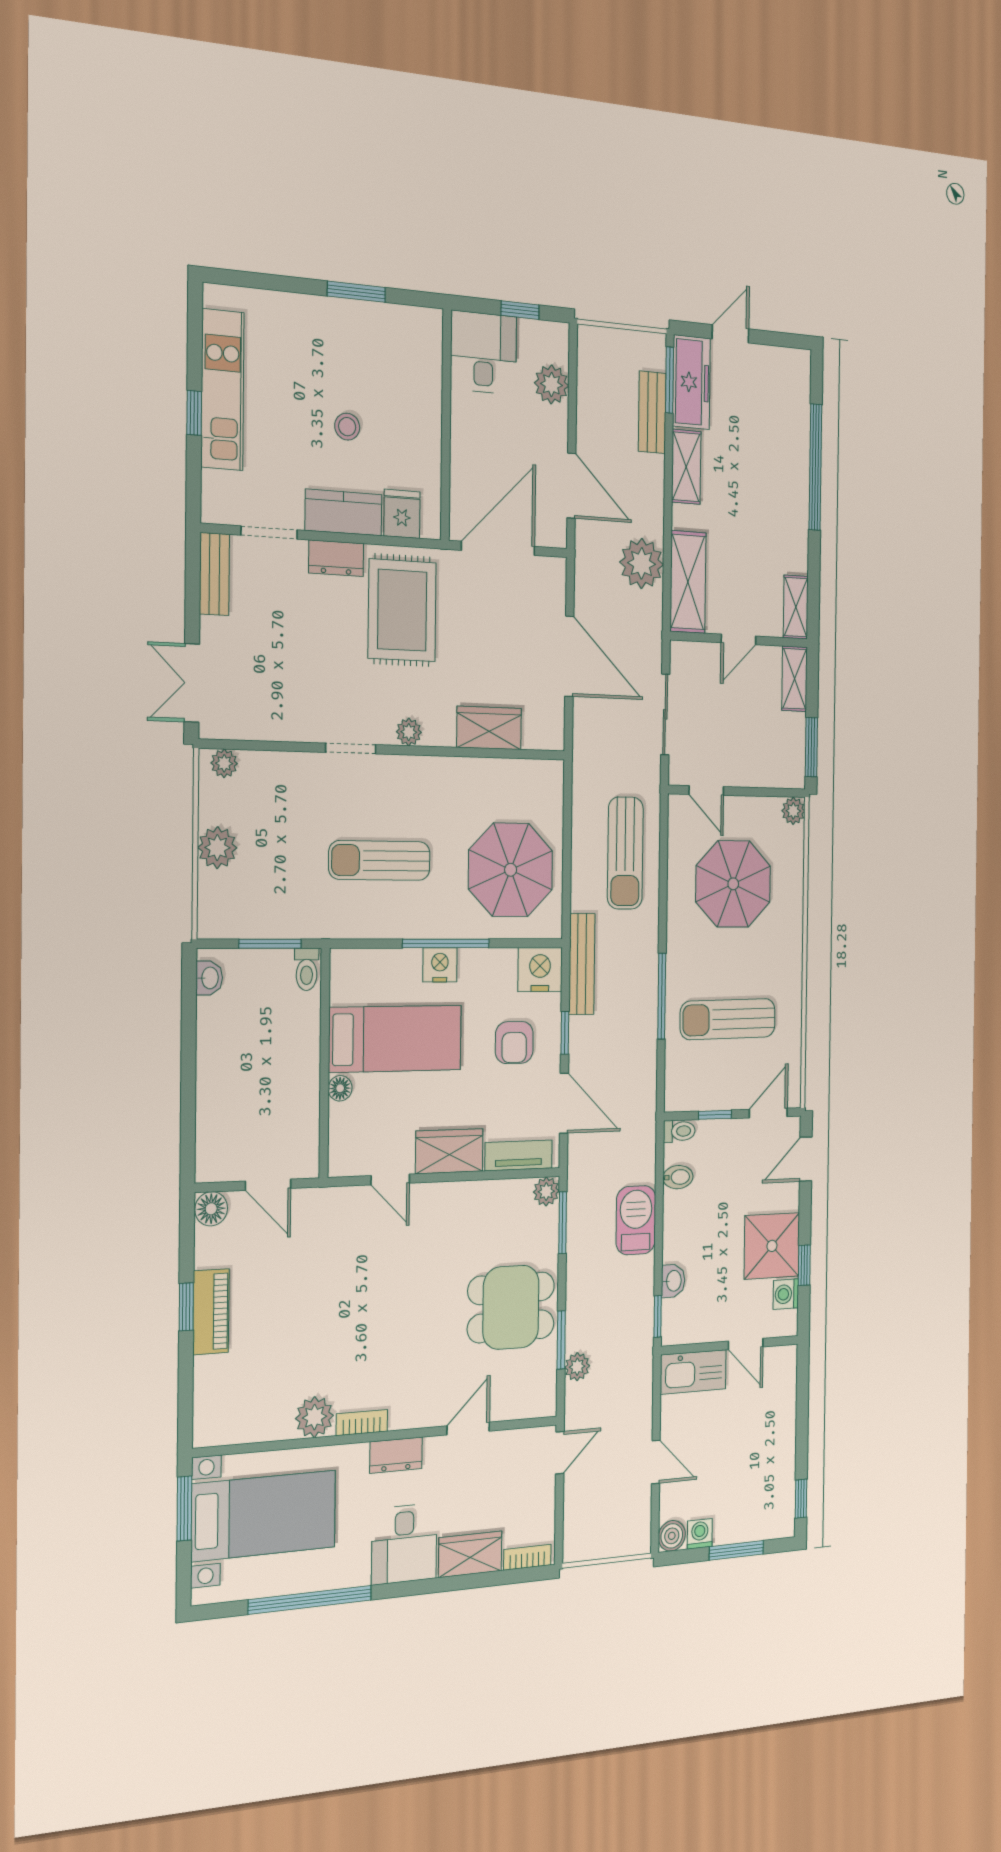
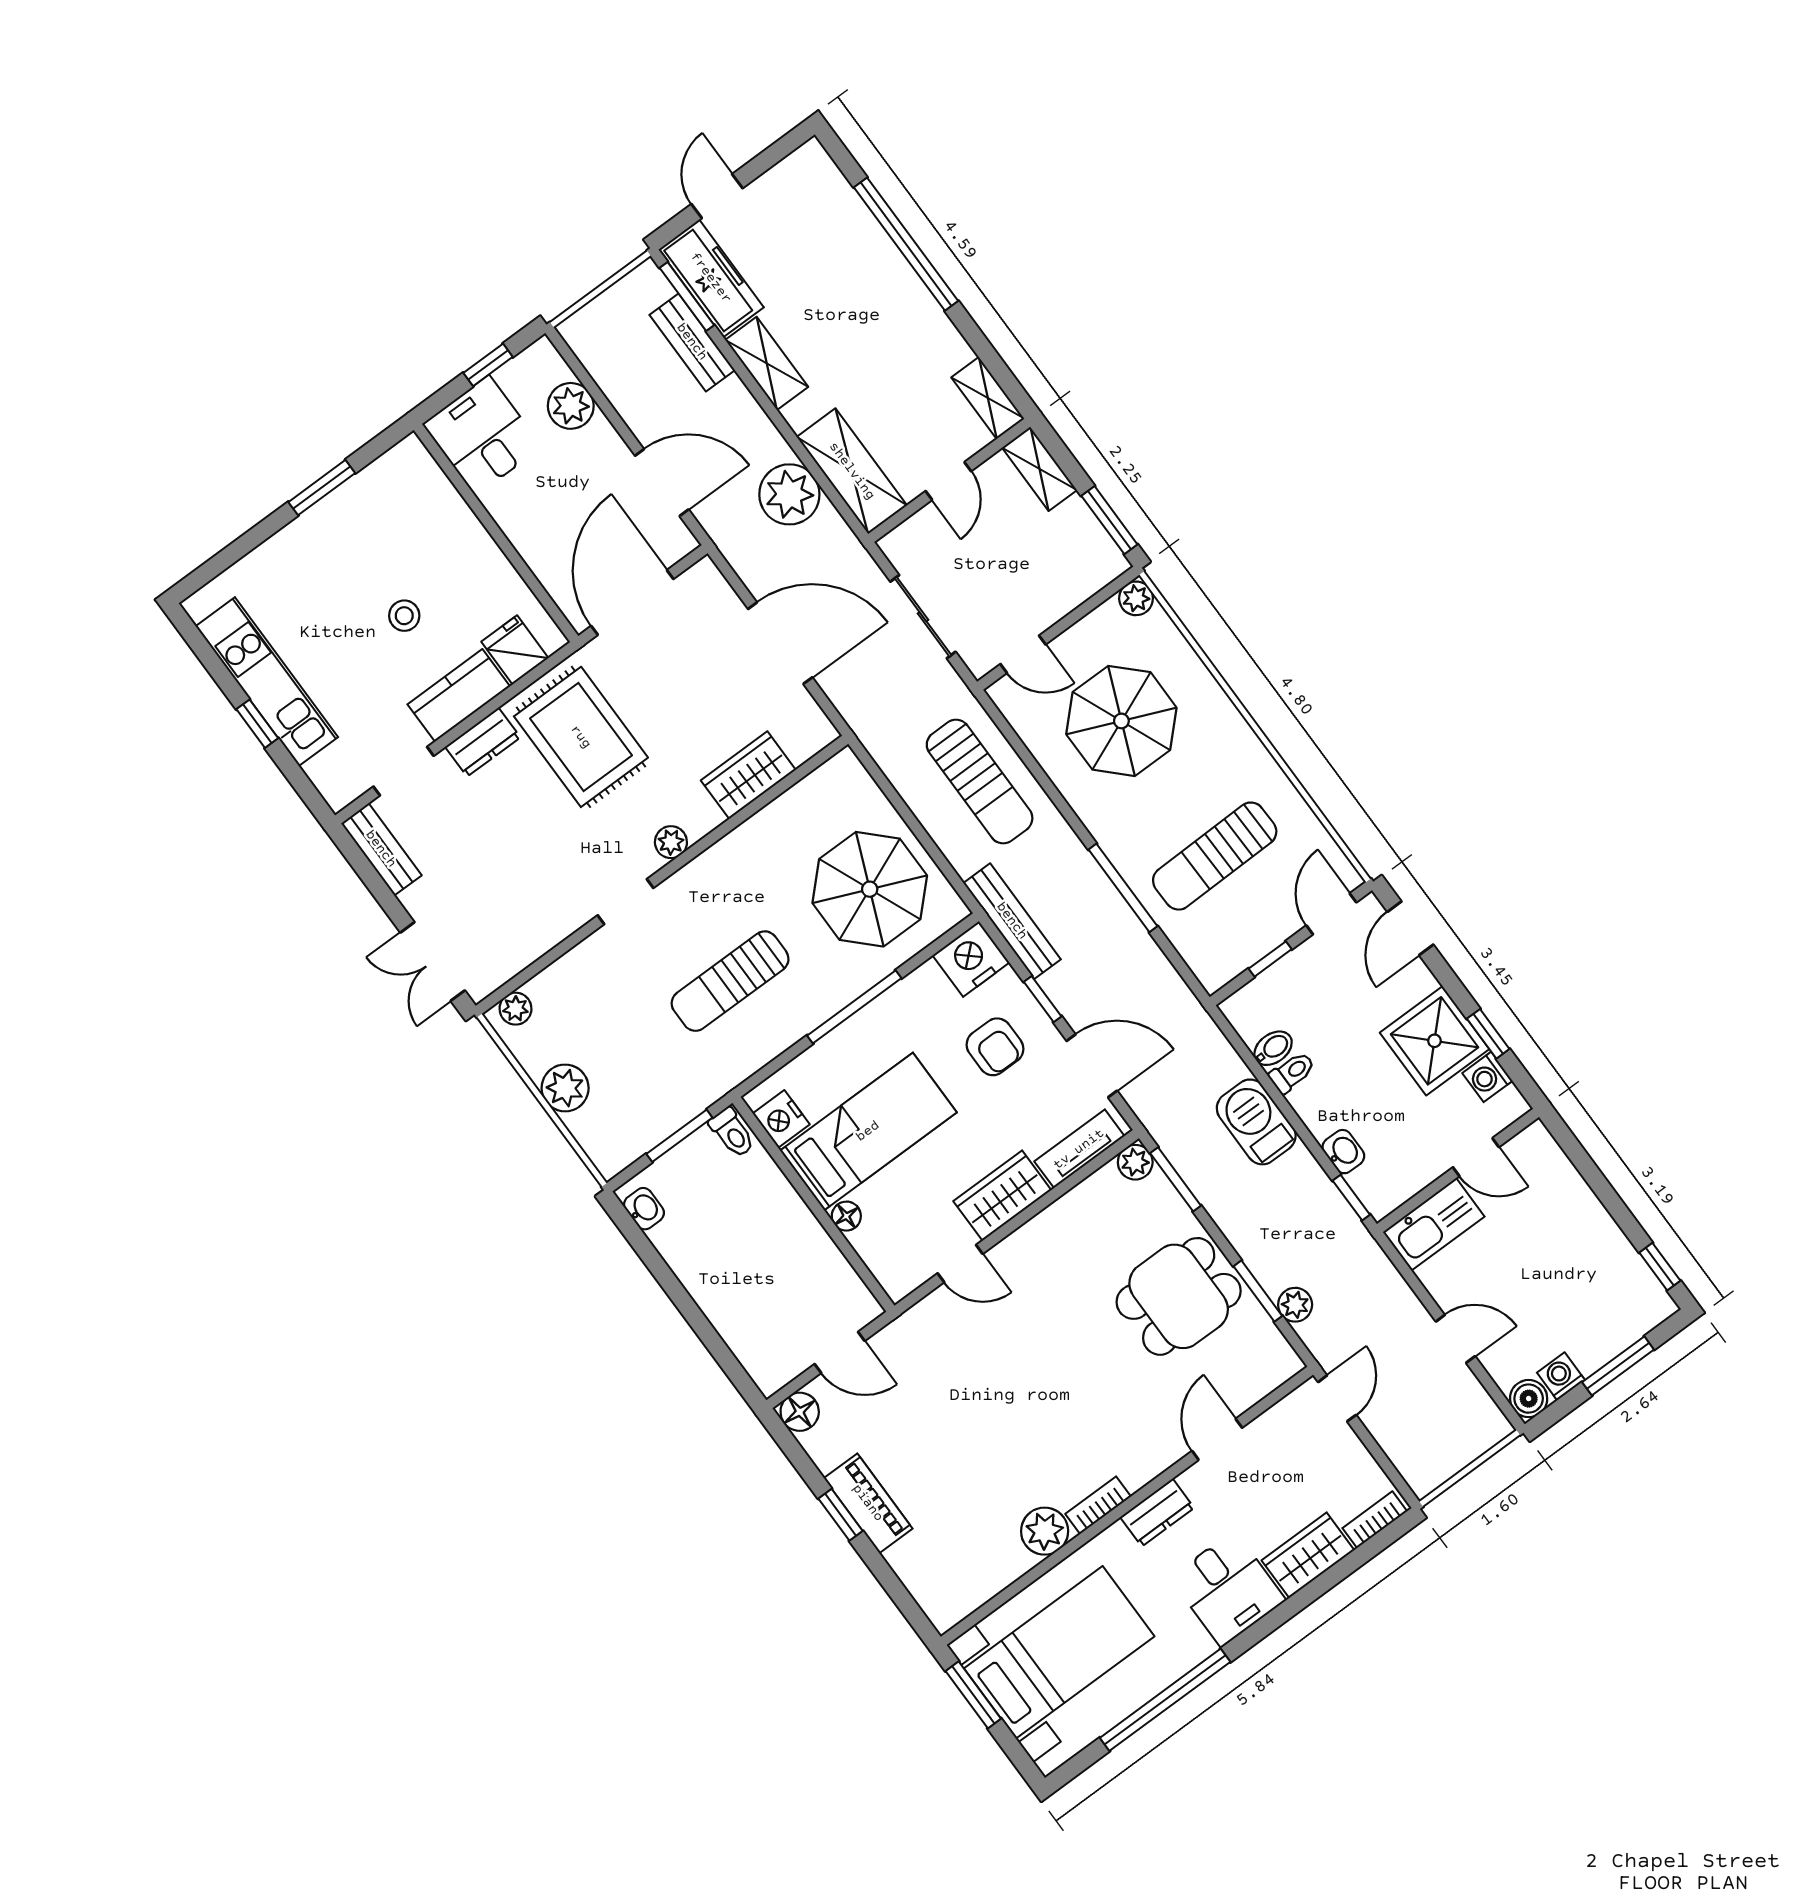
nightstand: (440, 965) -> (781, 1119), moved, turned -90
toilet: (679, 1131) -> (1292, 1072), moved

